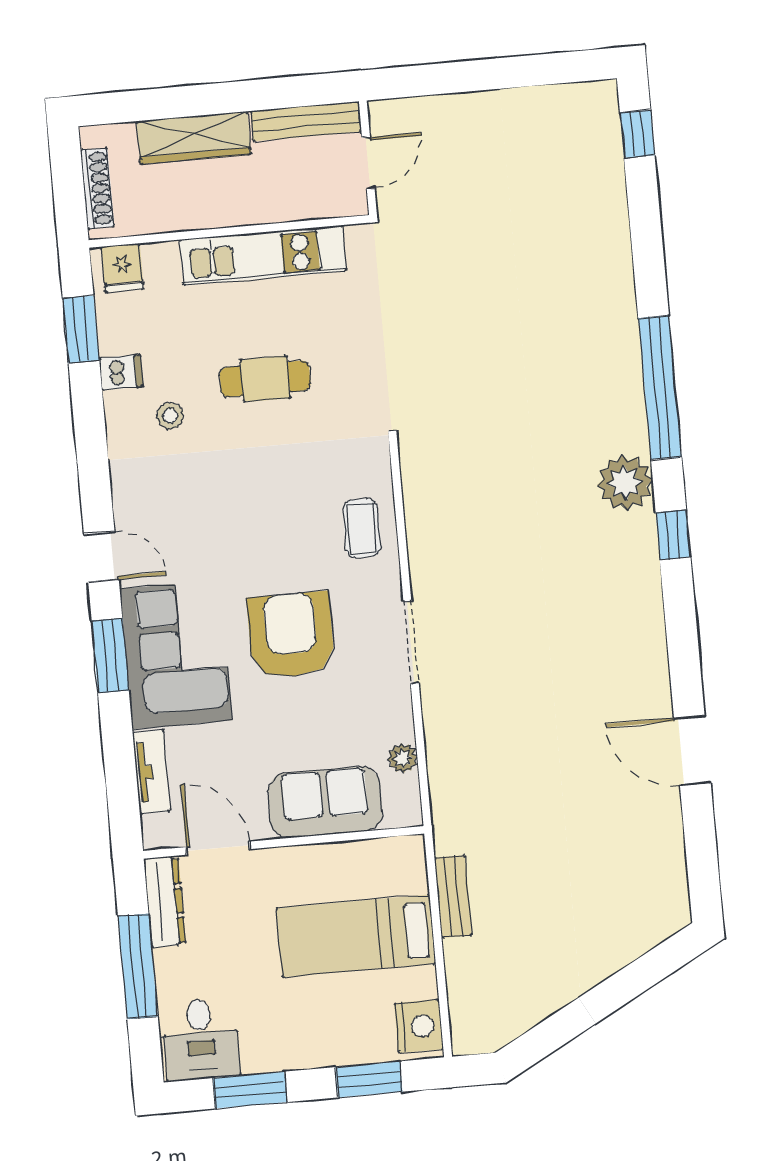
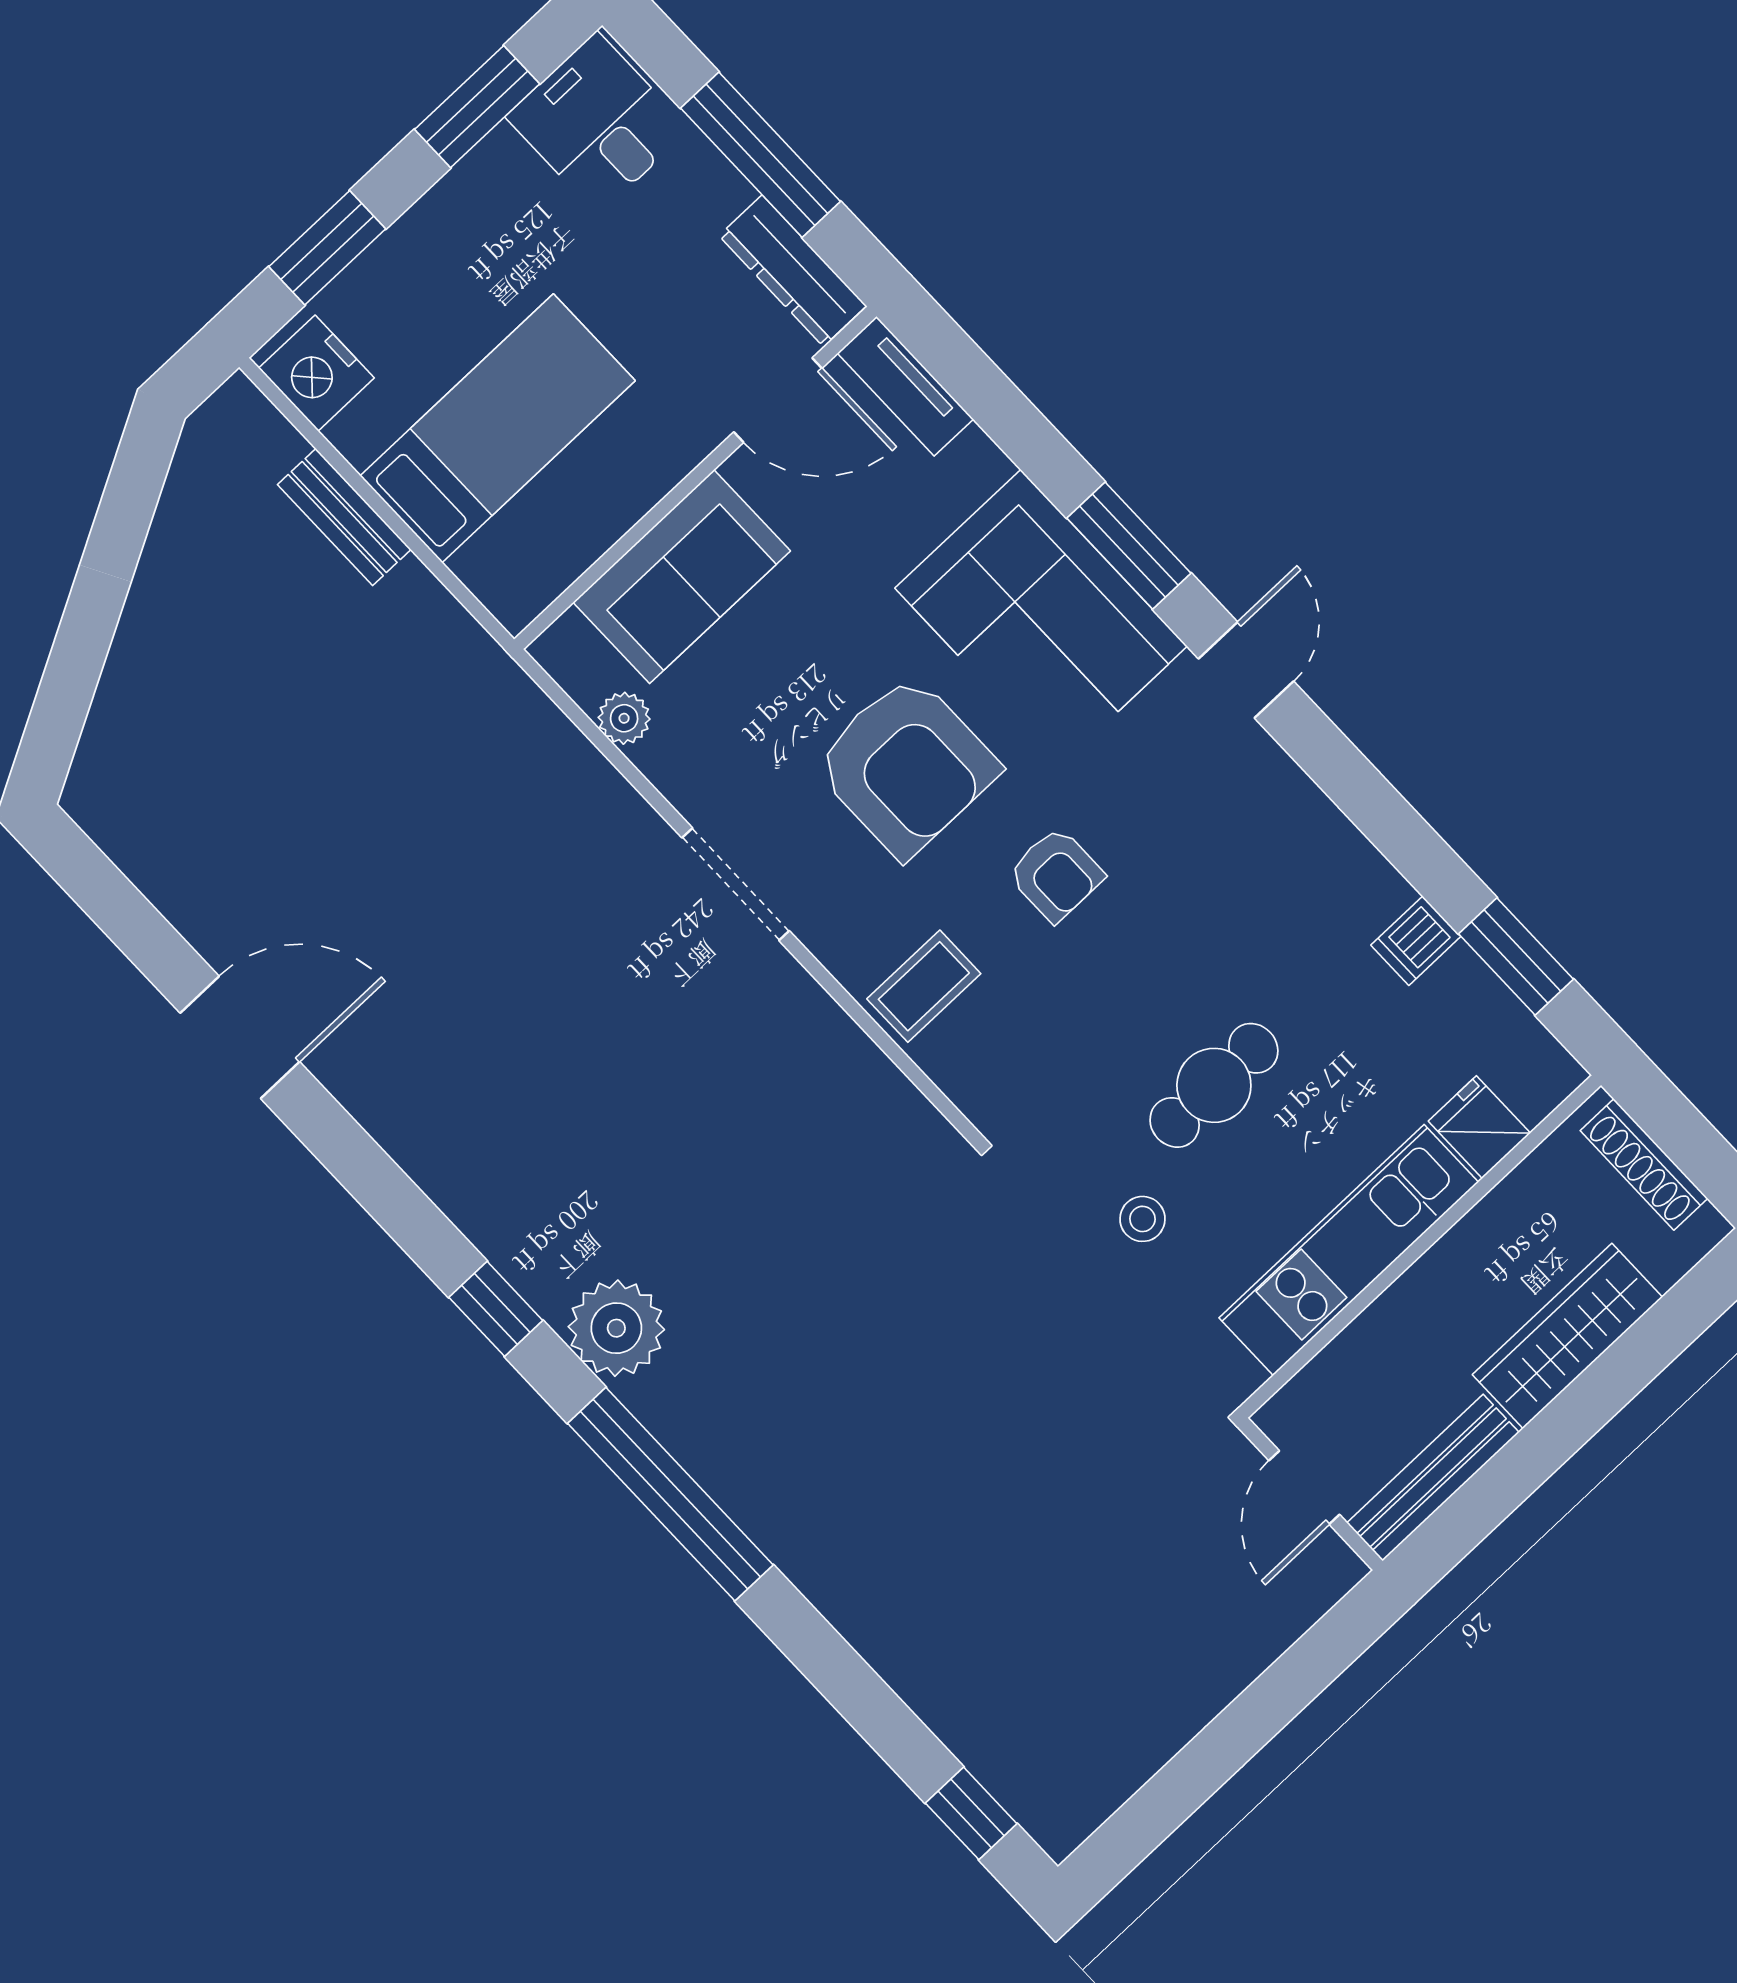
fridge: (122, 268) -> (1479, 1127), moved
stool: (170, 416) -> (1143, 1219), moved
coffee table: (362, 528) -> (924, 986), turned 90
armchair: (262, 532) -> (1056, 875), added
door: (101, 557) -> (1246, 670), swing flipped
tv unit: (152, 772) -> (905, 386), moved
bench: (453, 897) -> (344, 517), moved

